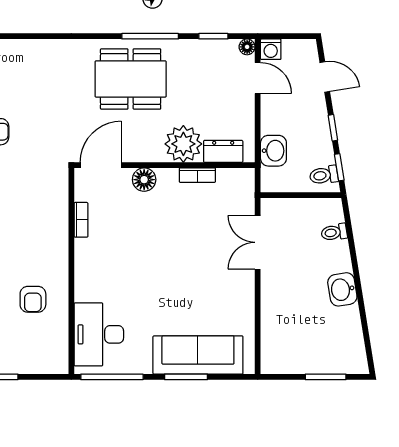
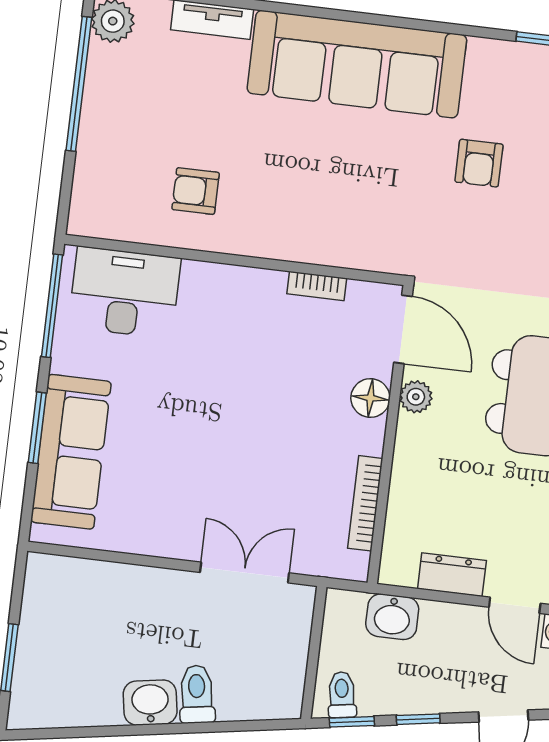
door: (258, 78) -> (515, 605), hinge flipped
plant: (183, 144) -> (416, 397), moved, width x0.53, depth x0.53
dresser: (223, 151) -> (452, 575), moved, turned -90
bookcase: (197, 175) -> (365, 503), width x1.56
toilet: (334, 232) -> (197, 694), moved, width x1.37, depth x1.39

